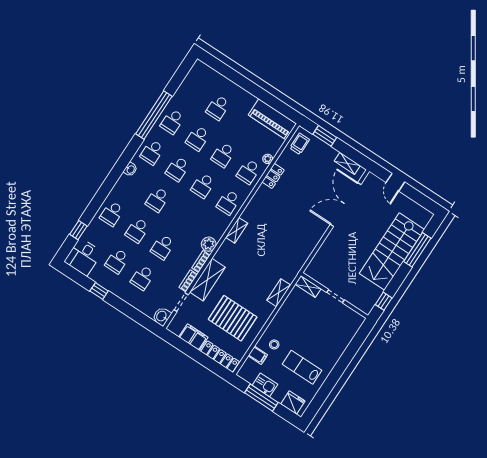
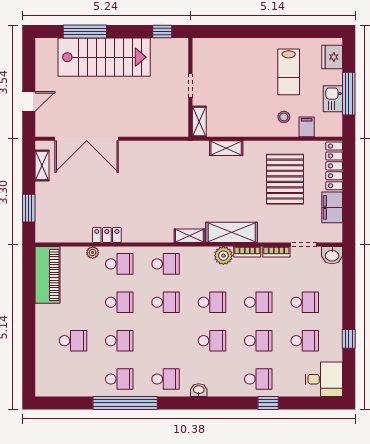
trolley: (300, 144) -> (54, 229), removed
school desk: (178, 169) -> (212, 302), moved
window: (78, 230) -> (268, 403), moved
shelving: (207, 280) -> (232, 232), moved

